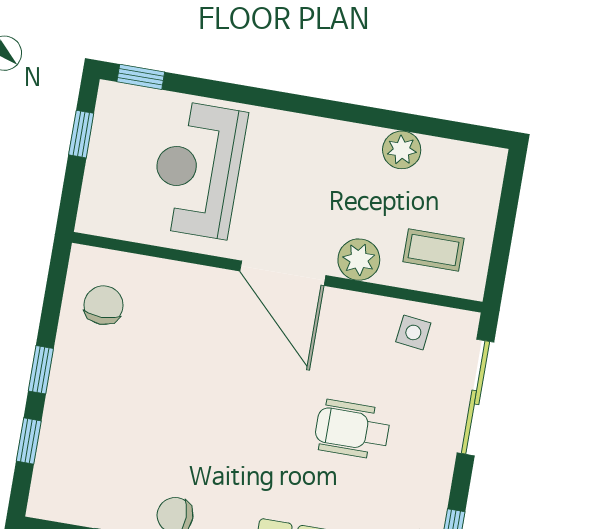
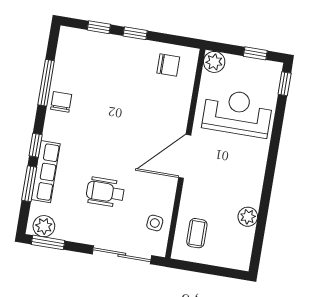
plant: (359, 260) -> (214, 62), moved
wheelchair: (352, 429) -> (105, 192), turned -90

